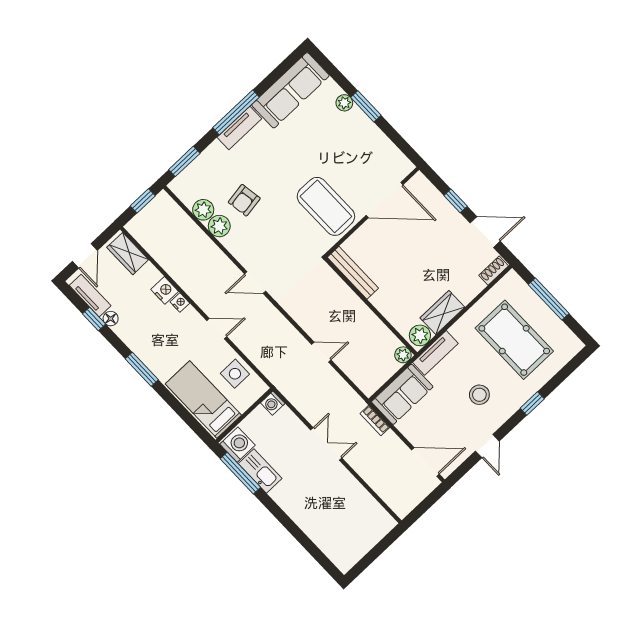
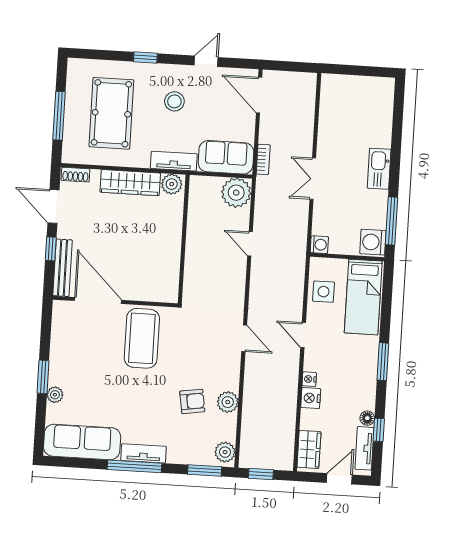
plant: (203, 210) -> (225, 452), moved
bench: (353, 273) -> (63, 268), moved
wardrobe: (442, 313) -> (130, 183), width x1.50
plant: (403, 355) -> (236, 193), moved, width x1.88, depth x1.88
kitchen sink: (260, 471) -> (379, 169), moved

